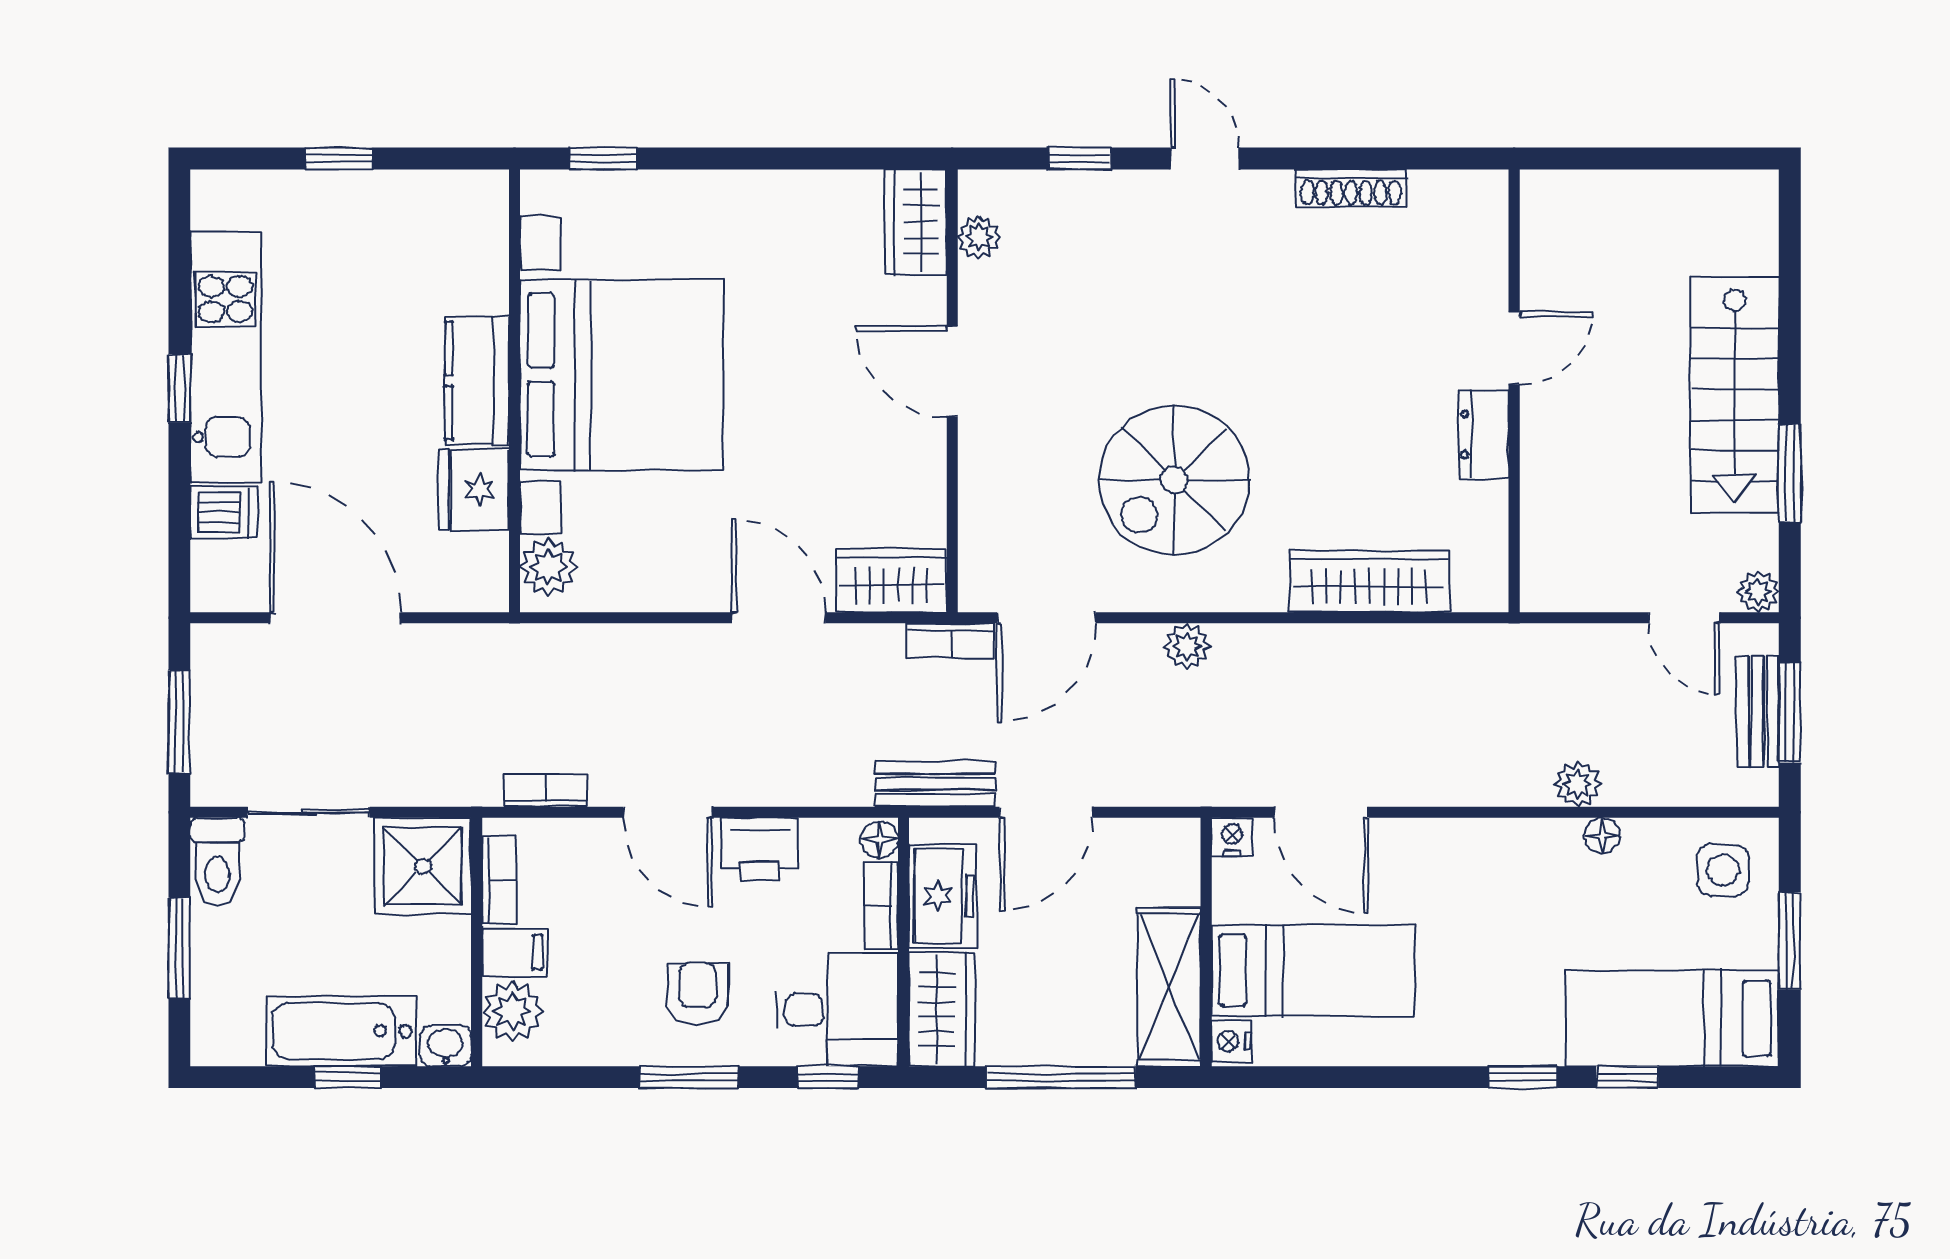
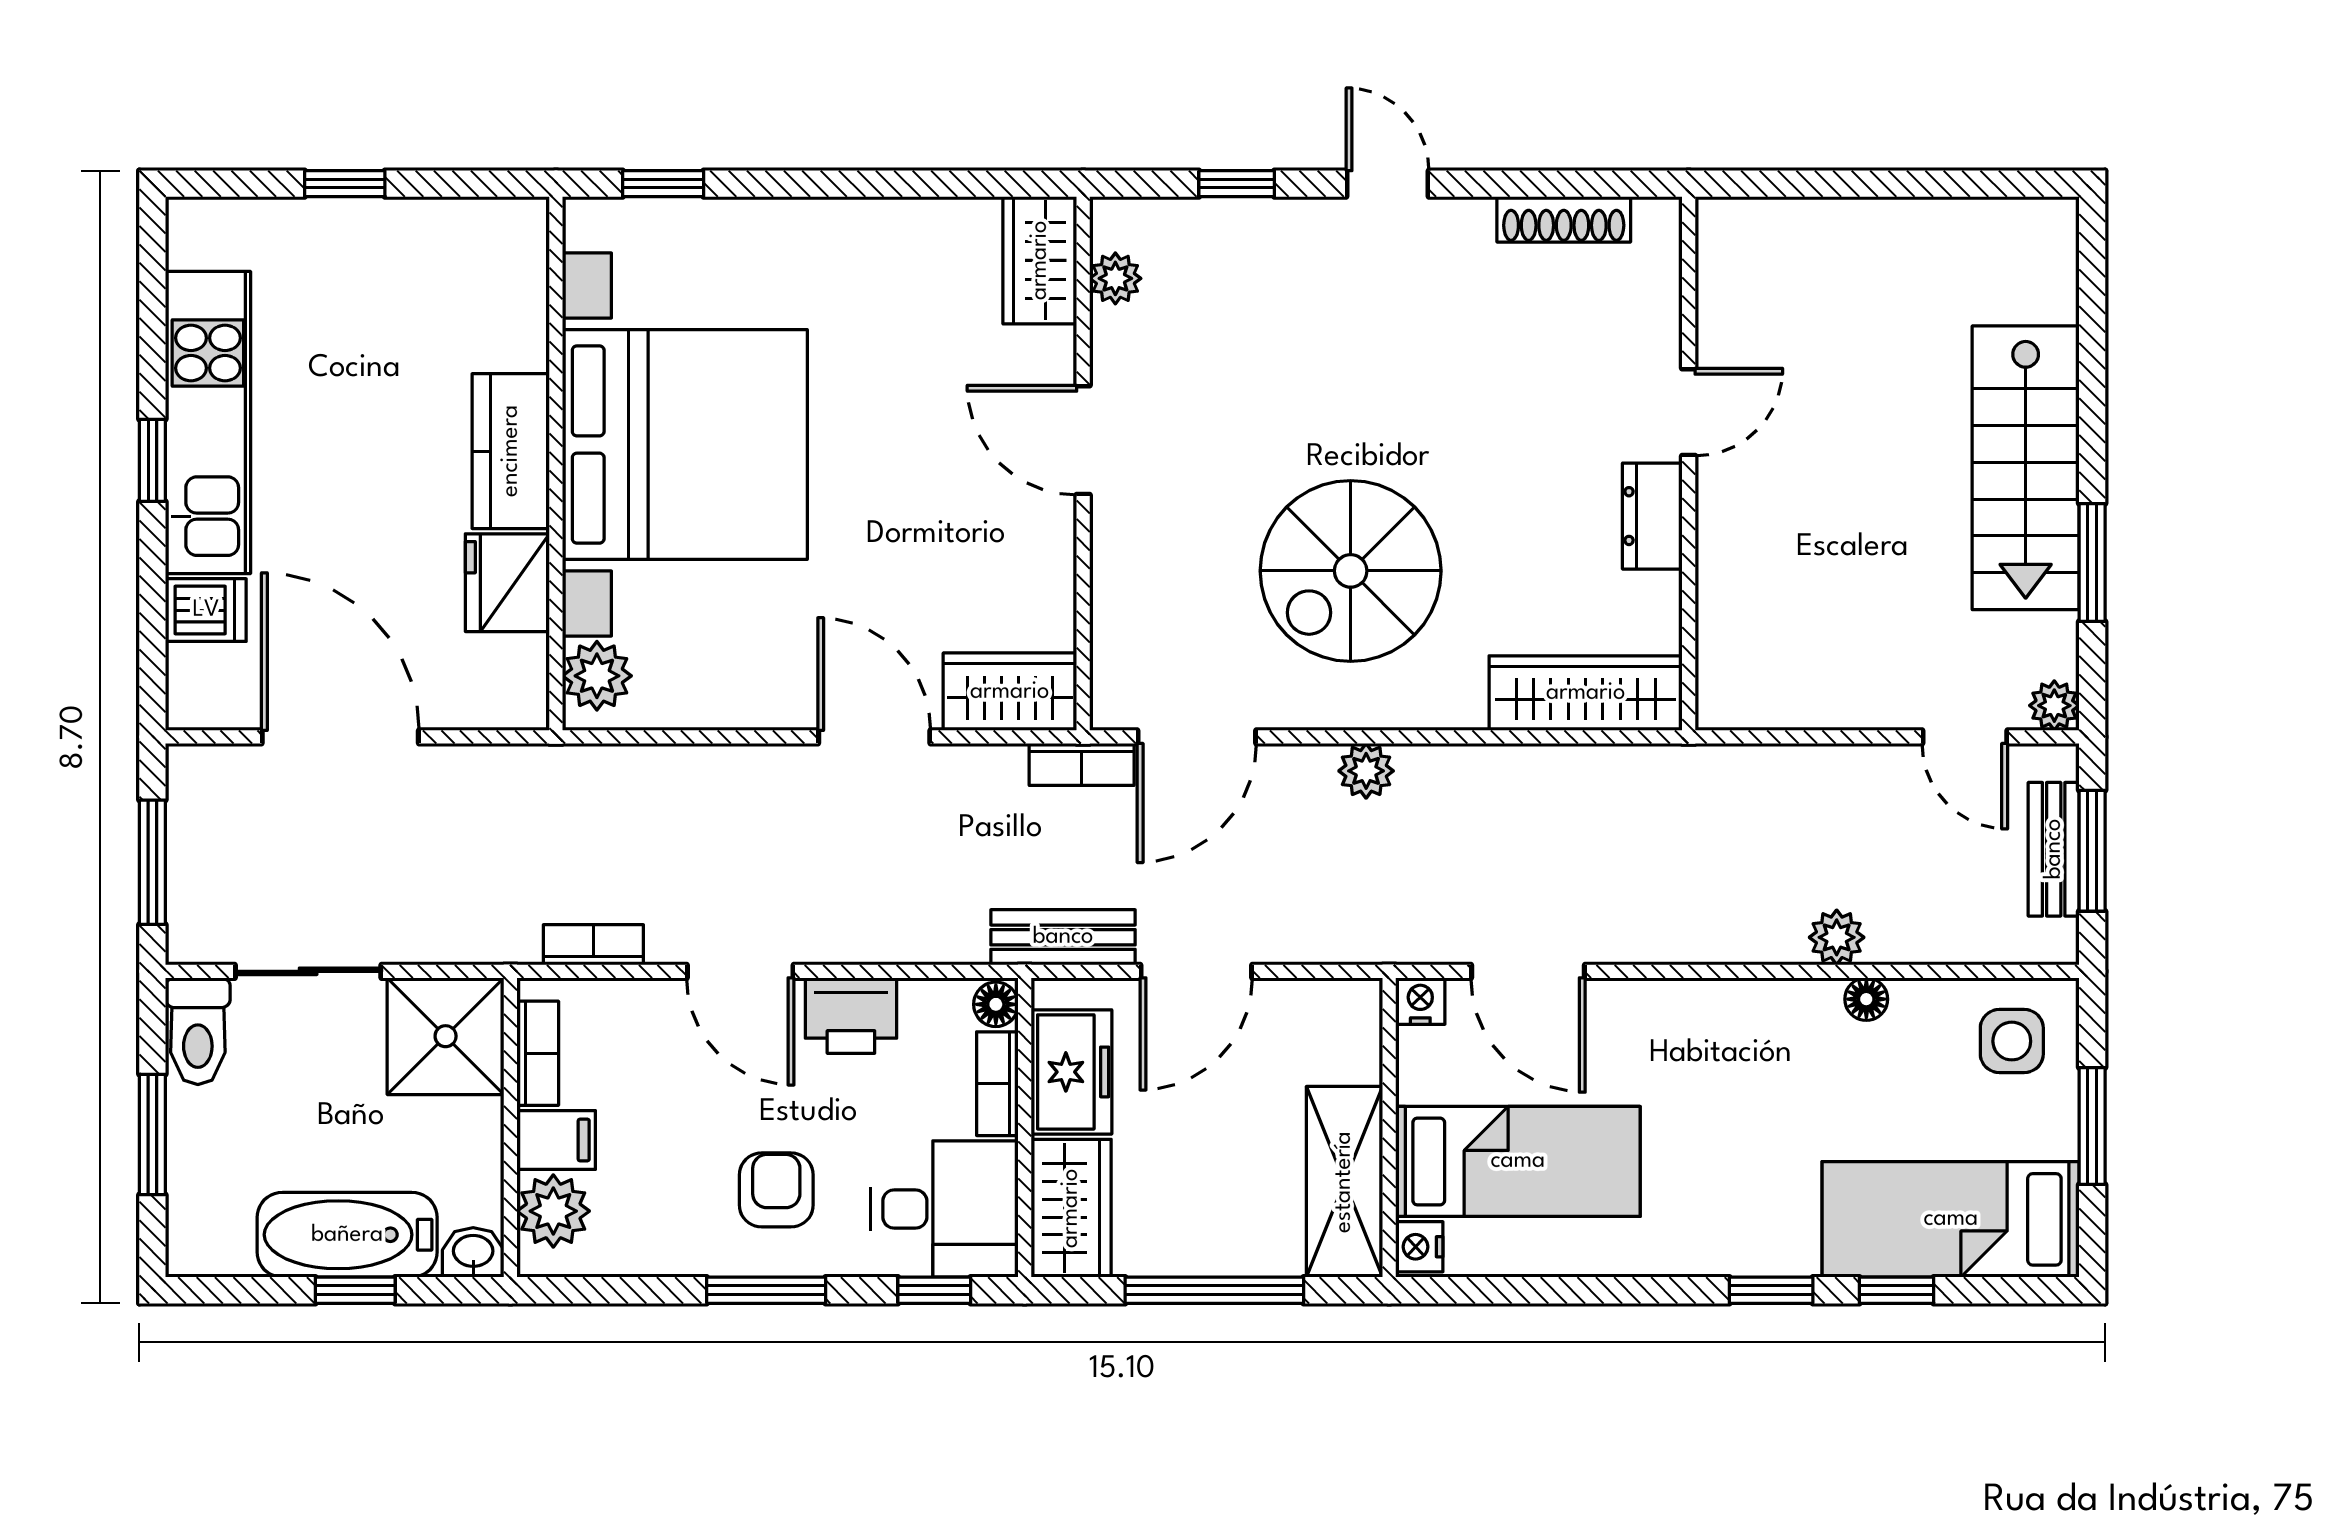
door: (1514, 348) -> (1689, 412), moved
wall: (1514, 391) -> (1689, 464), moved
dresser: (1484, 434) -> (1652, 516), moved

